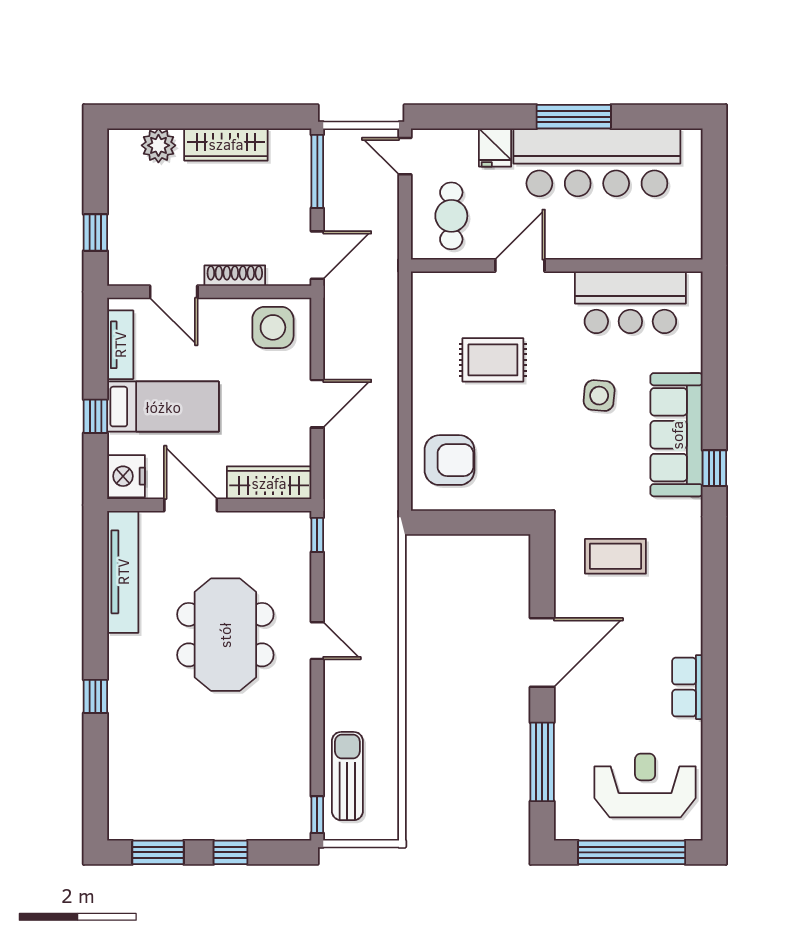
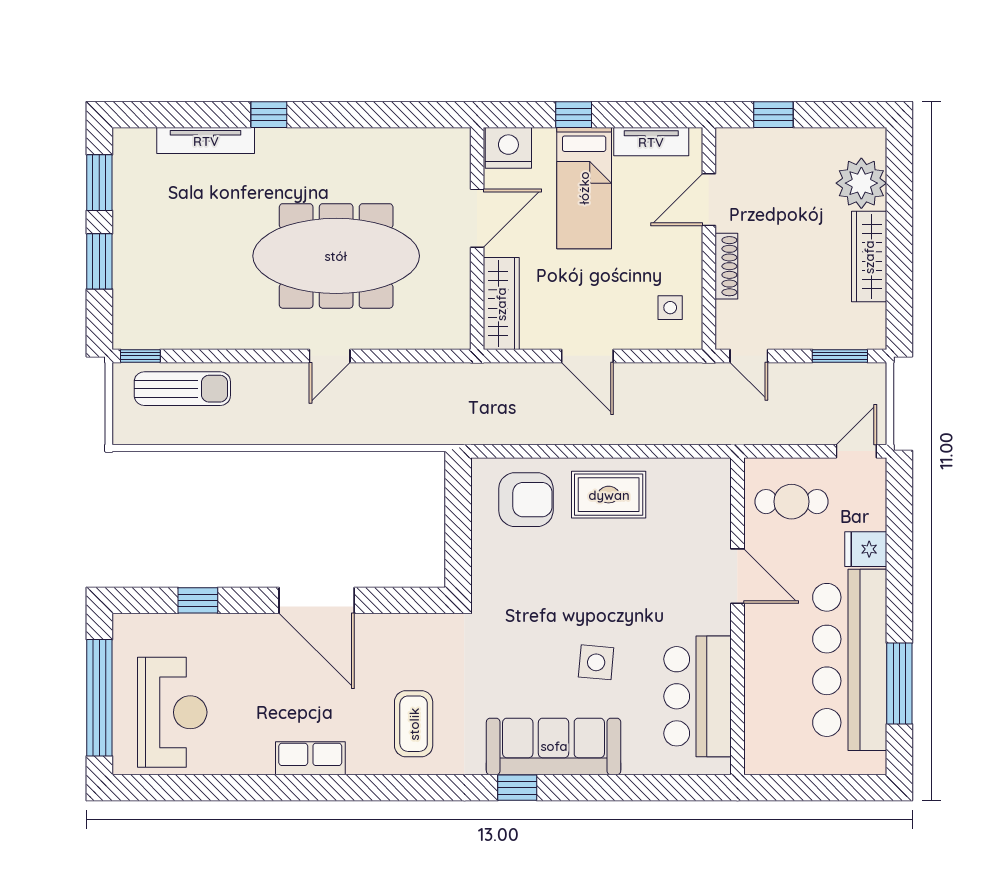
window: (574, 117) -> (899, 683), moved
plant: (158, 145) -> (861, 183), width x1.36, depth x1.36
window: (317, 171) -> (840, 356), width x0.69
door: (317, 255) -> (749, 356), width x0.73
side table: (273, 327) -> (670, 308), width x0.54, depth x0.54
rug: (493, 360) -> (609, 495), moved, turned 90
armchair: (449, 460) -> (526, 500), turned -90
window: (317, 535) -> (445, 356), removed
coffee table: (615, 556) -> (414, 724), moved
tv unit: (123, 572) -> (206, 141), moved, width x0.73, depth x0.78
meeting table: (225, 635) -> (336, 256), width x1.36
row of seats: (687, 687) -> (310, 758), moved
window: (542, 762) -> (198, 600), width x0.46
window: (230, 852) -> (99, 261), width x1.50

